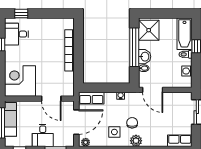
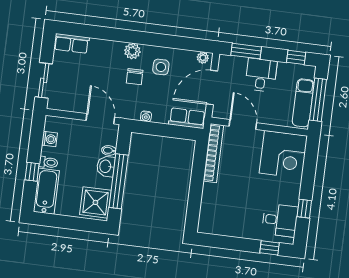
bookcase: (70, 50) -> (213, 153), moved

